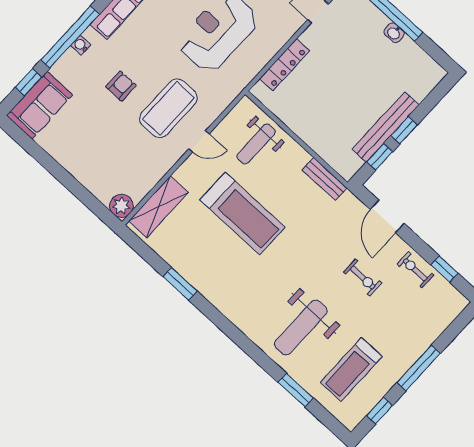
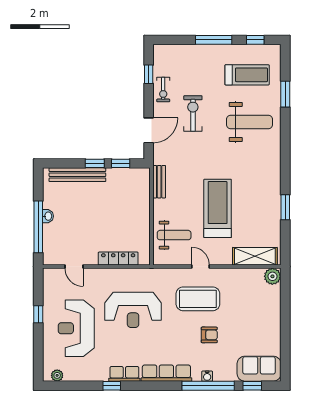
armchair: (121, 86) -> (209, 335), turned 180
bench: (386, 127) -> (77, 175), moved
exercise bike: (363, 278) -> (193, 114), width x1.38, depth x1.39

